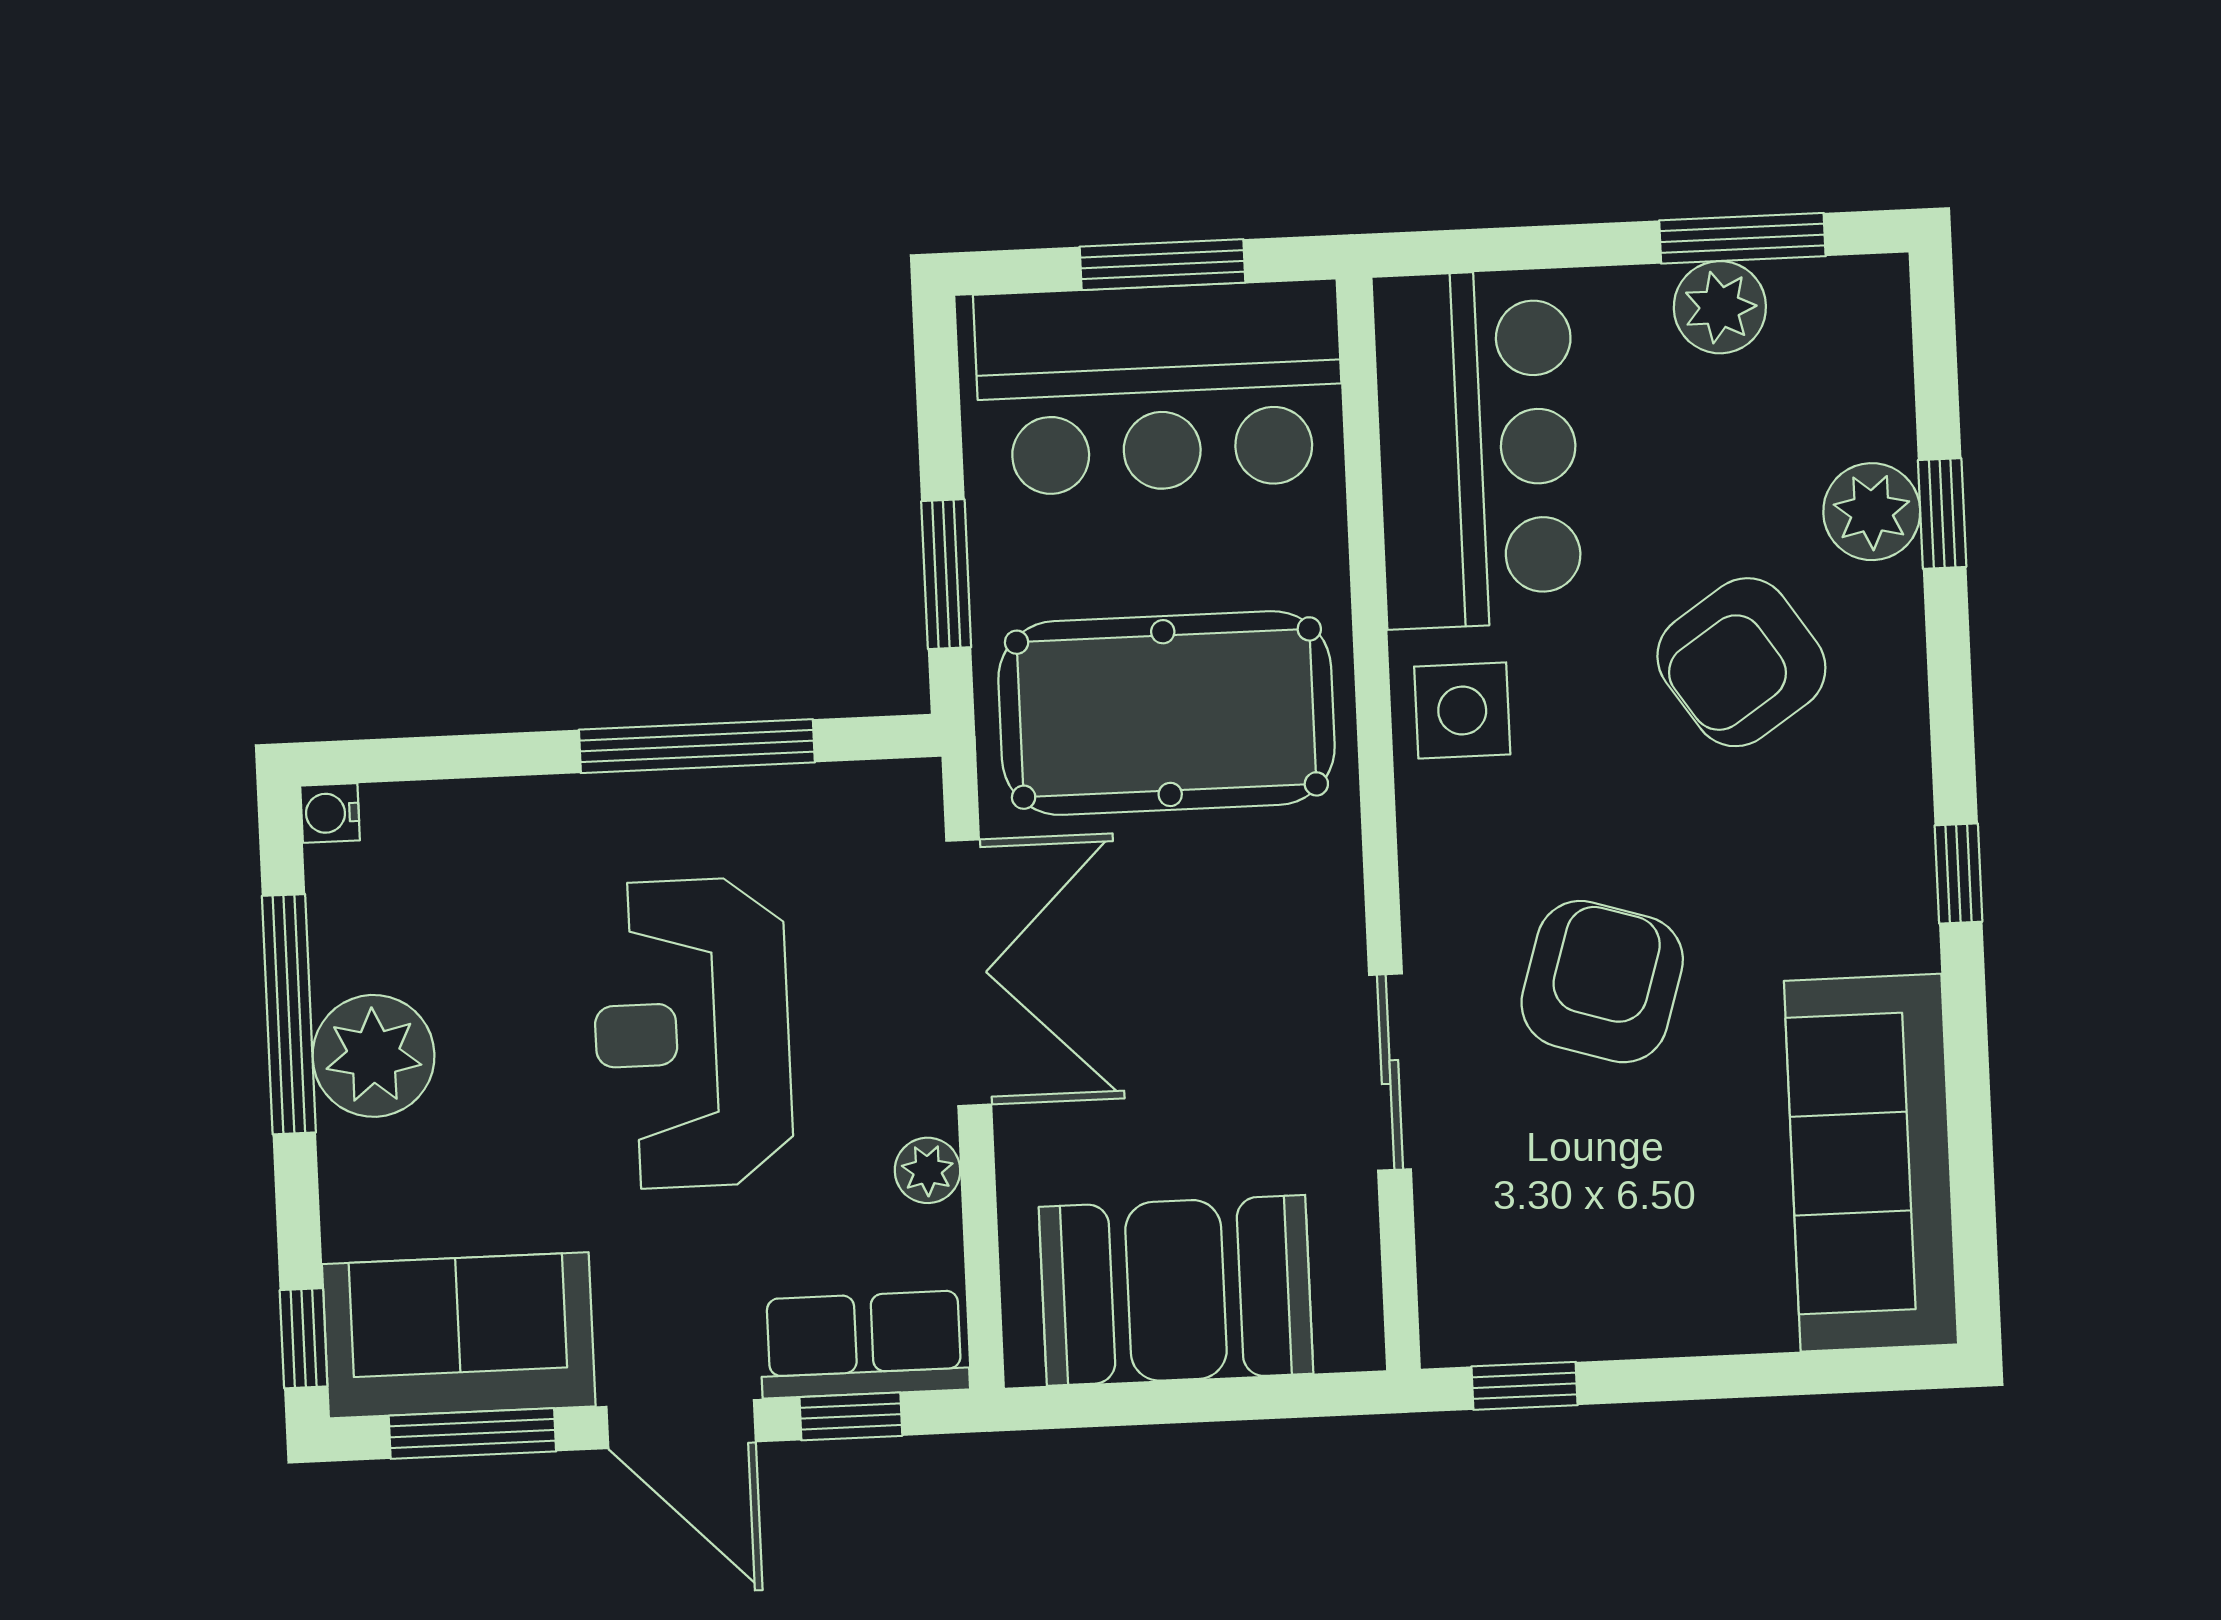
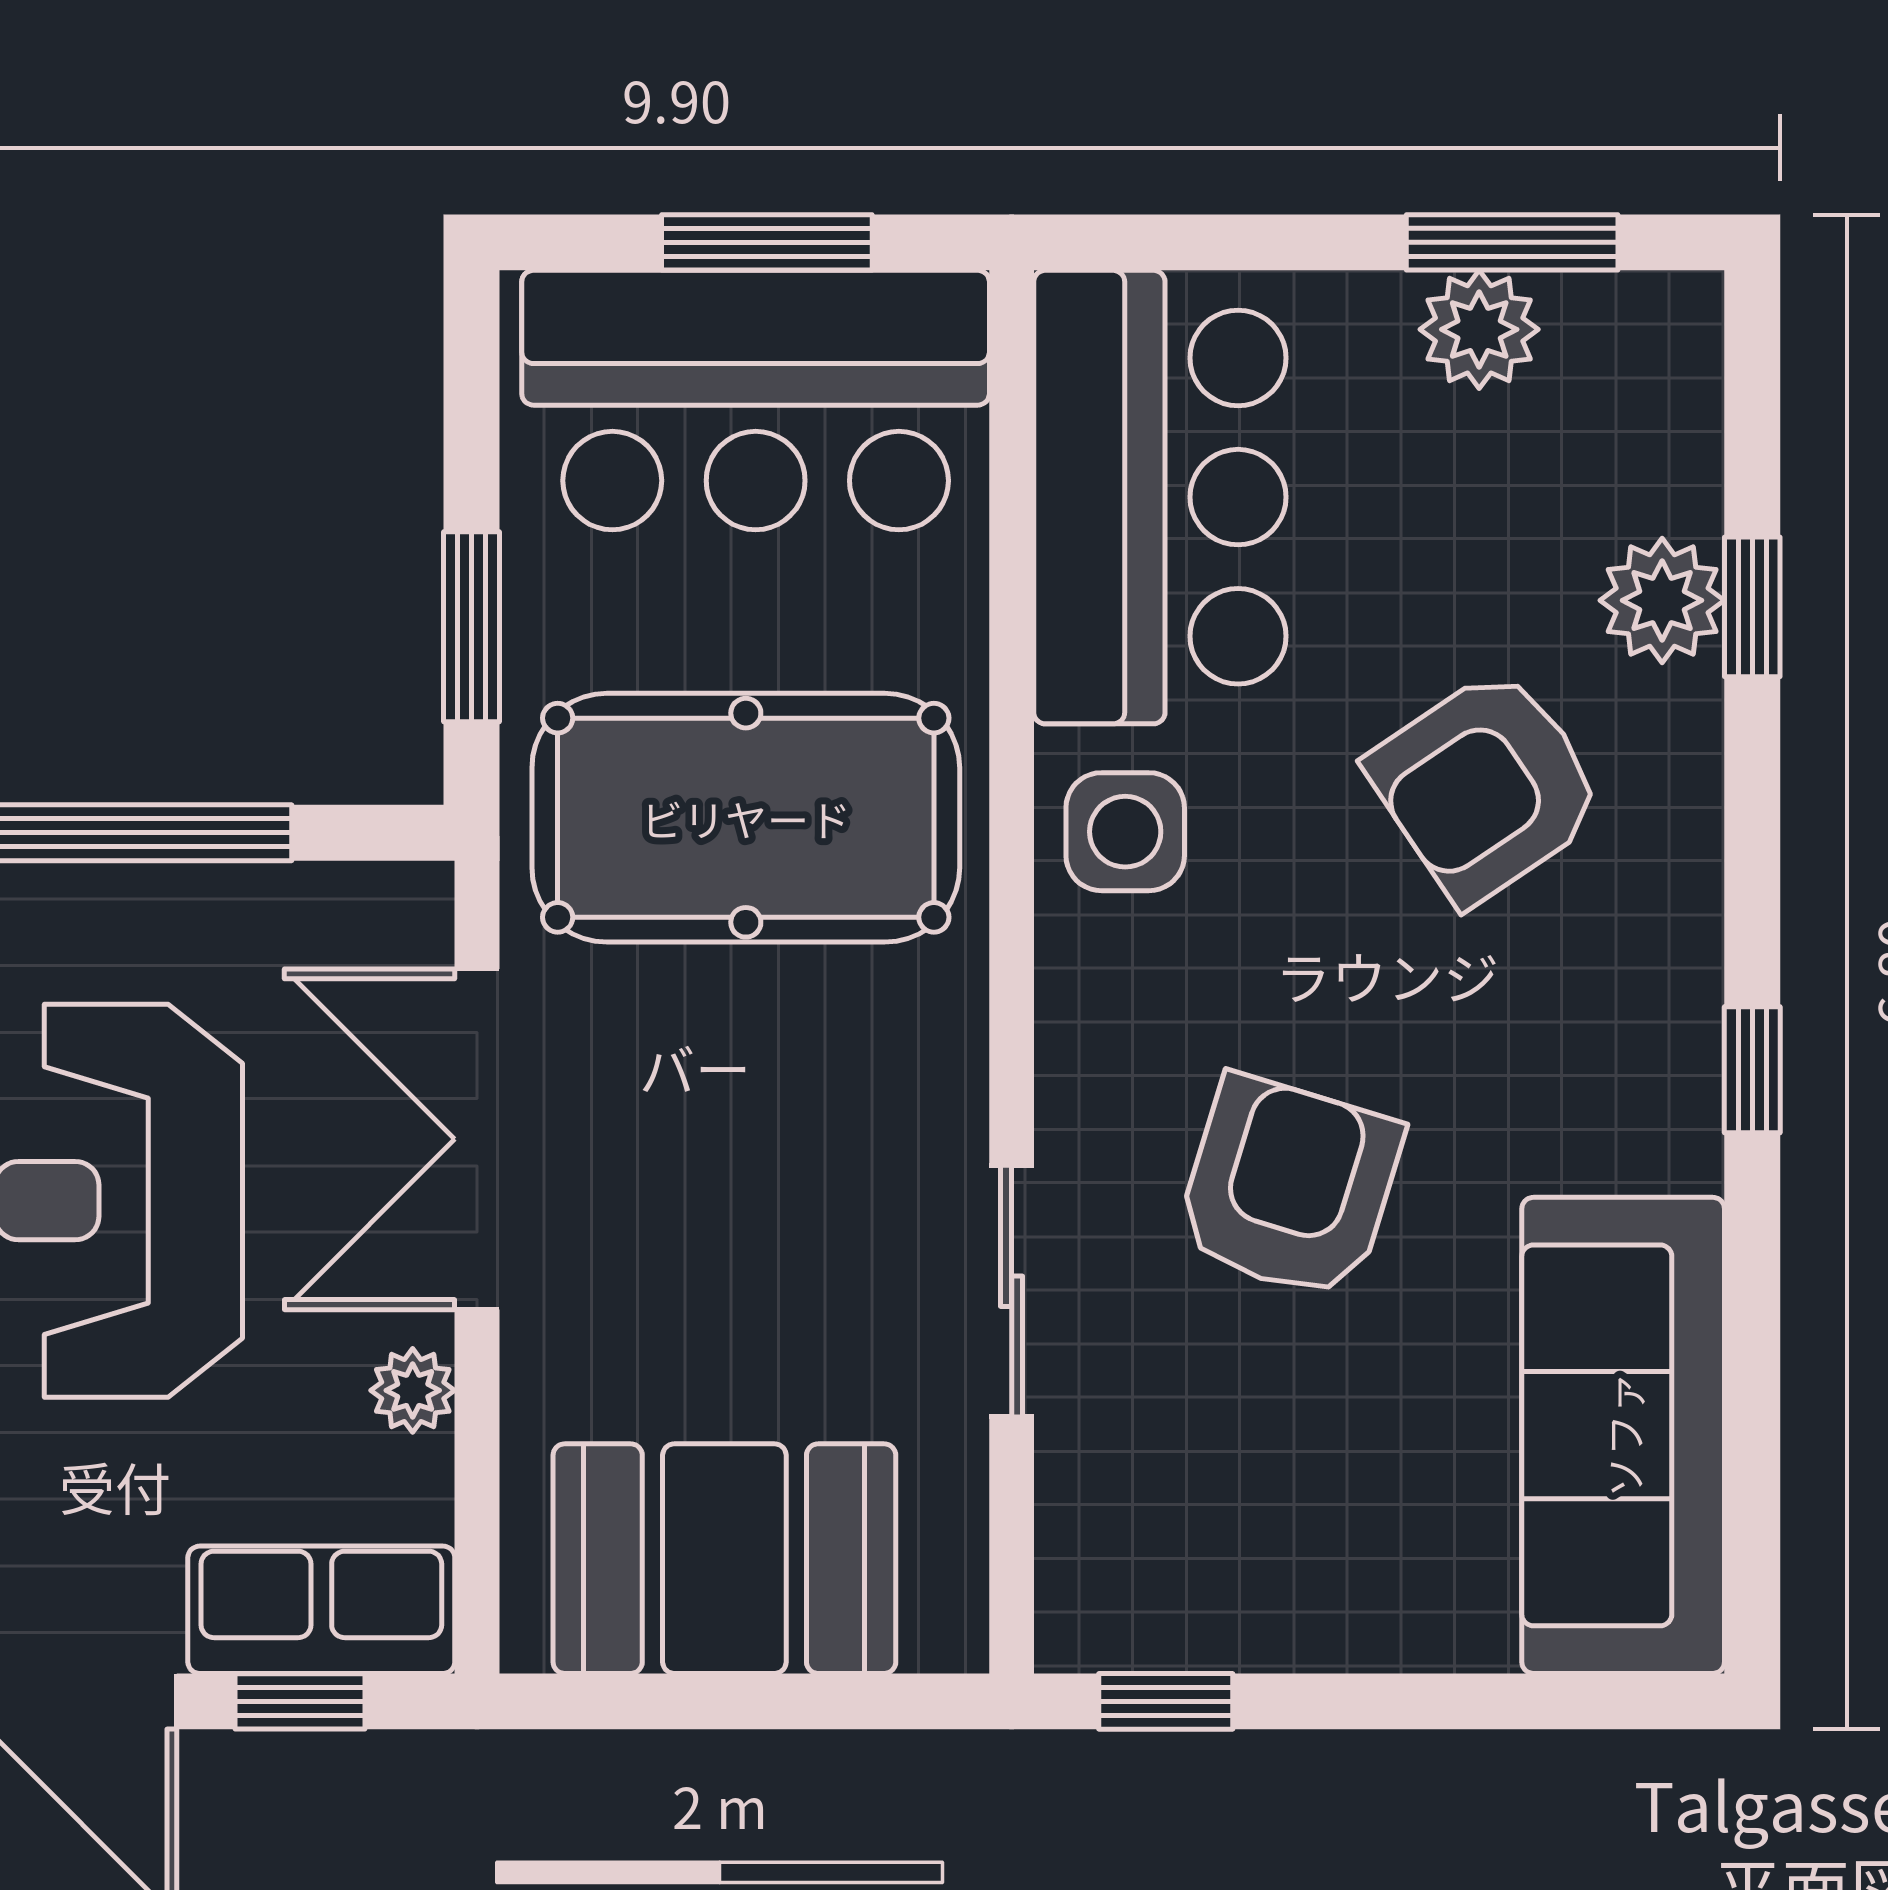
double door: (969, 973) -> (477, 1139), swing flipped

